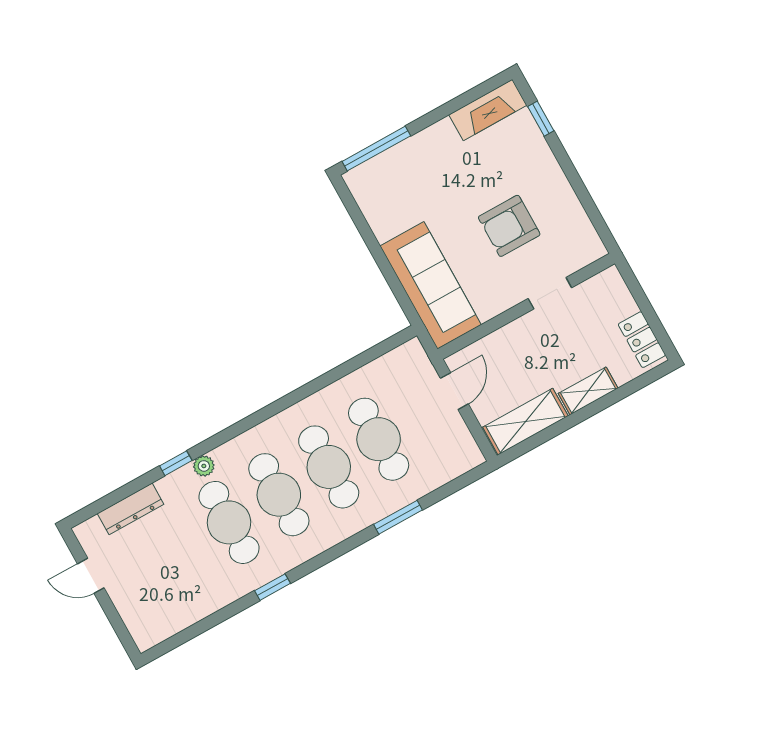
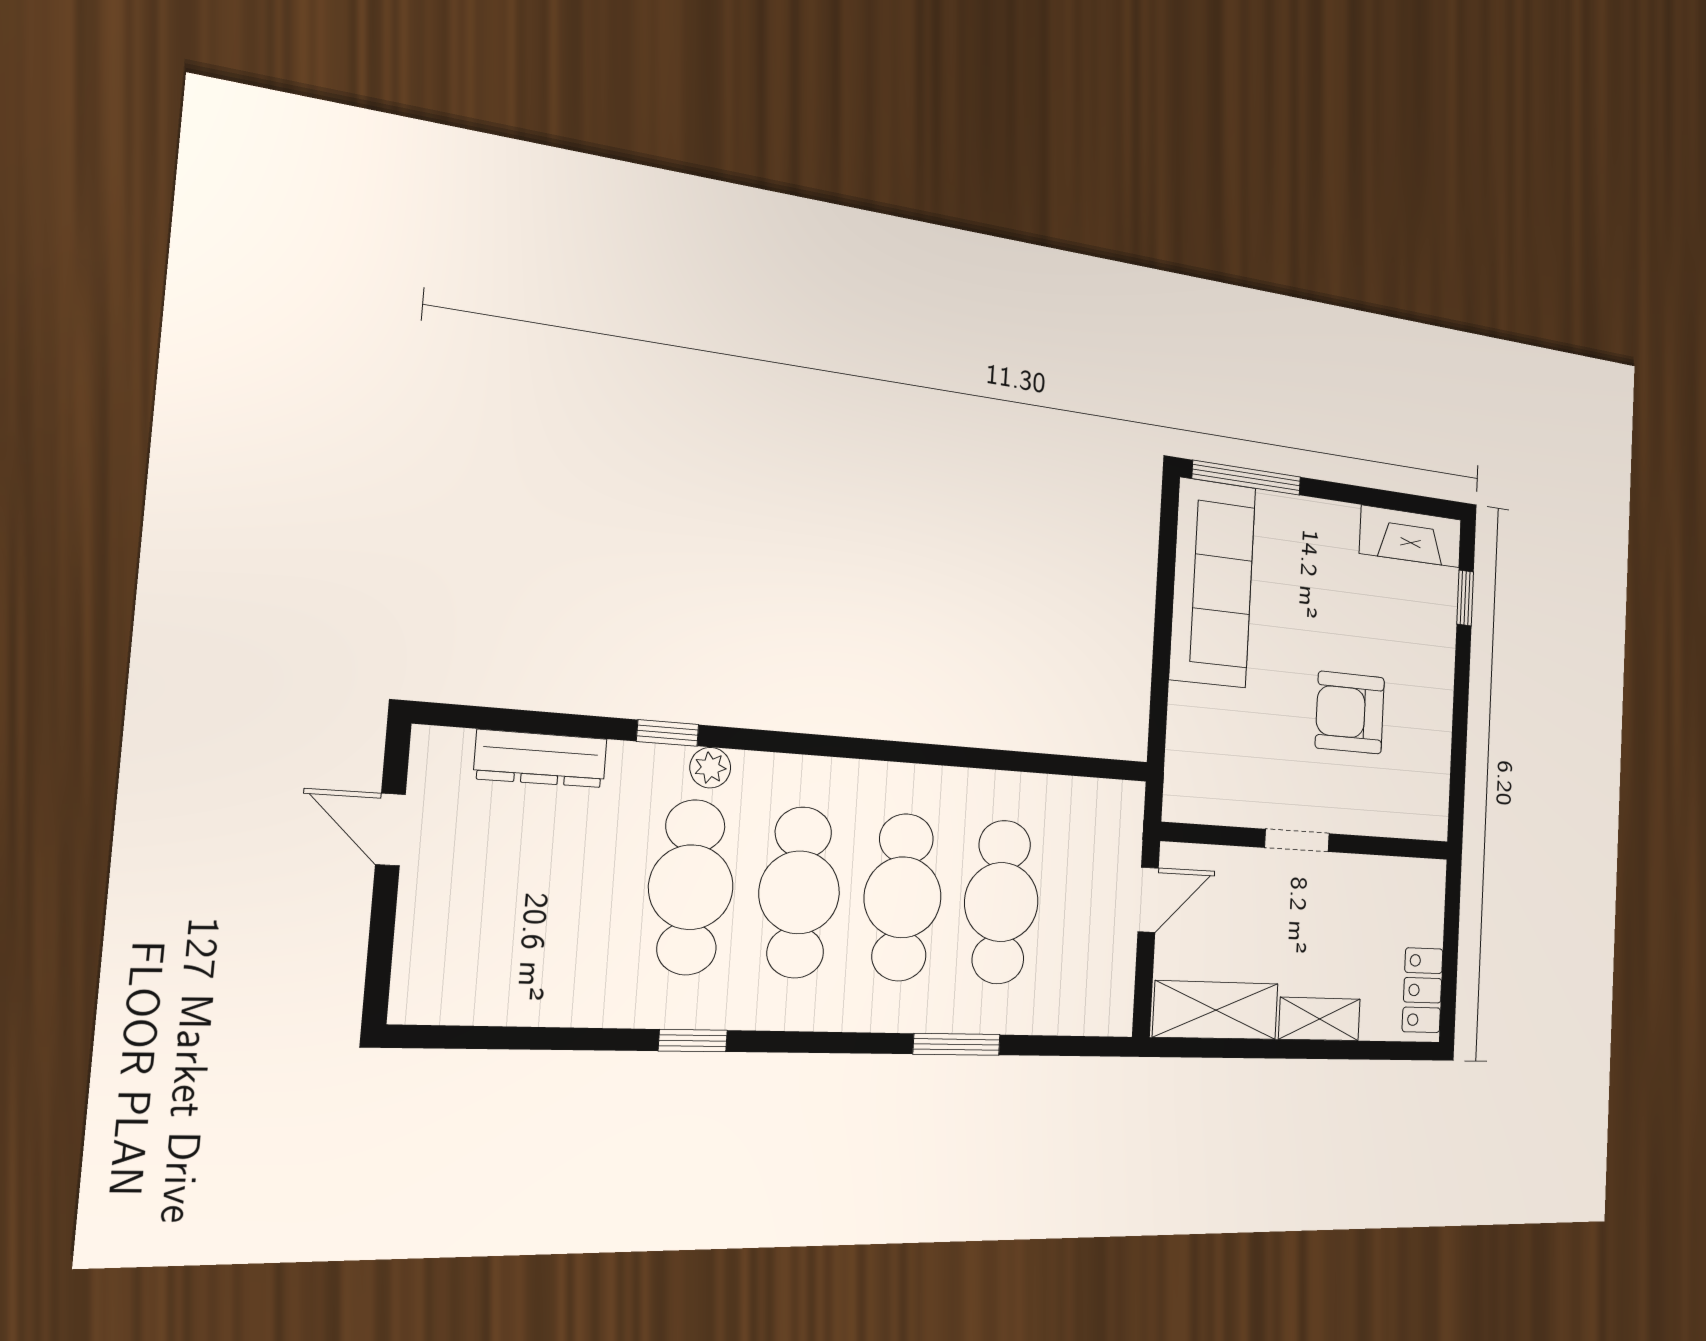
sofa: (431, 285) -> (1213, 583), moved
doorway: (550, 293) -> (1297, 840), moved

